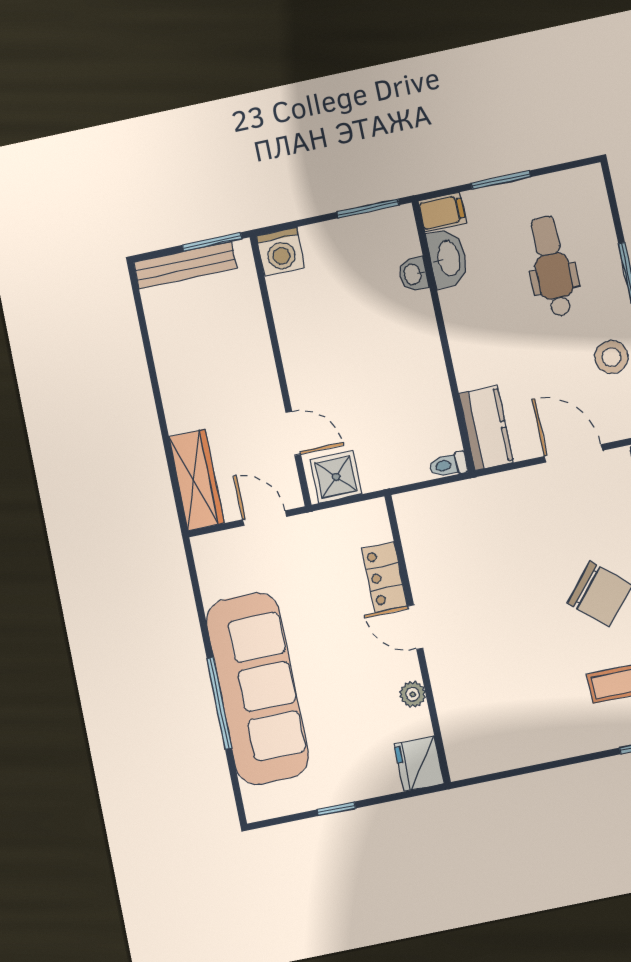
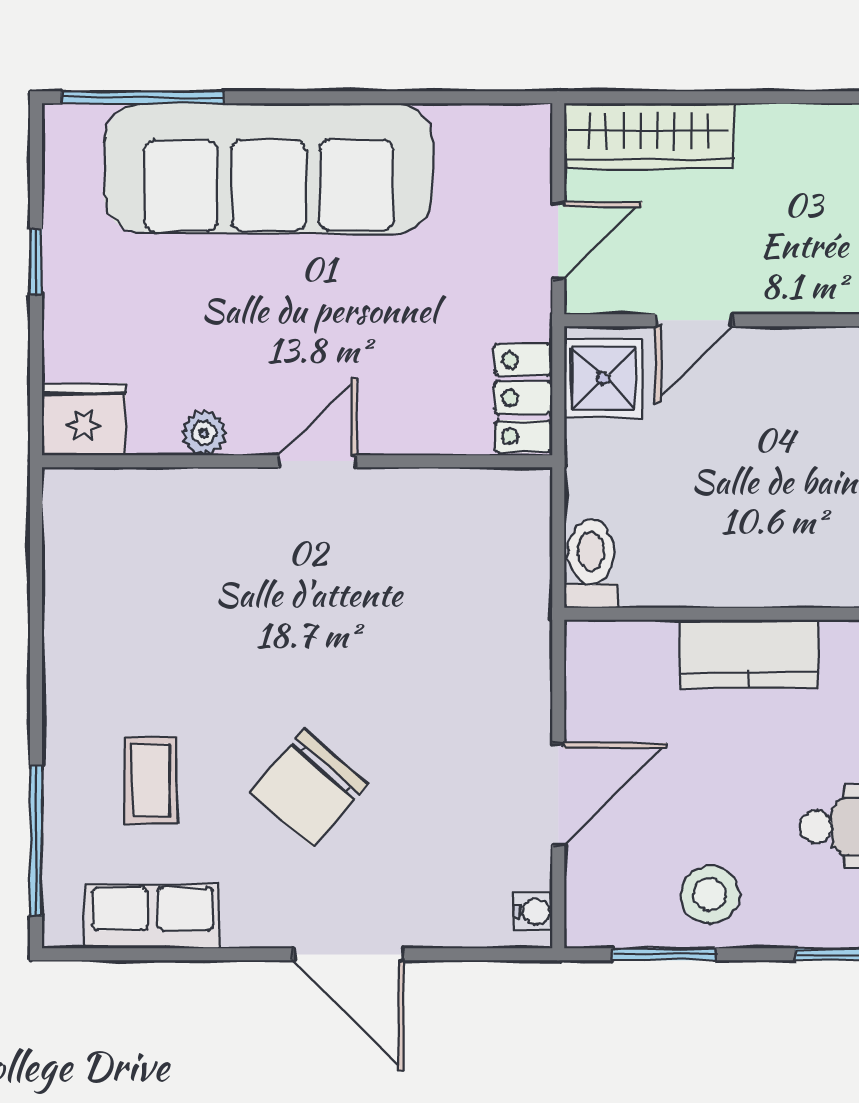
kitchen counter: (486, 428) -> (749, 654), moved
toilet: (448, 465) -> (591, 564), width x1.37, depth x1.39
locker: (384, 577) -> (523, 398), moved, turned -90
window: (219, 703) -> (143, 97), moved

